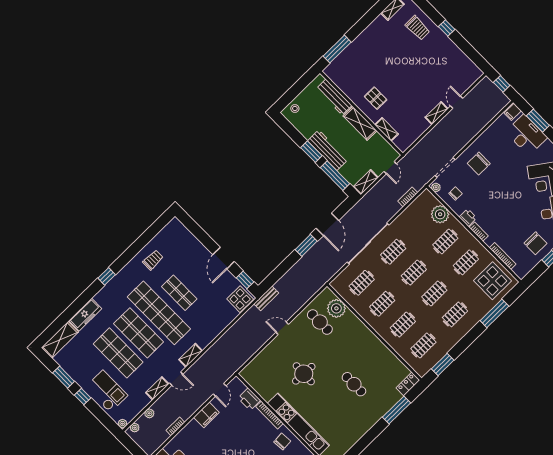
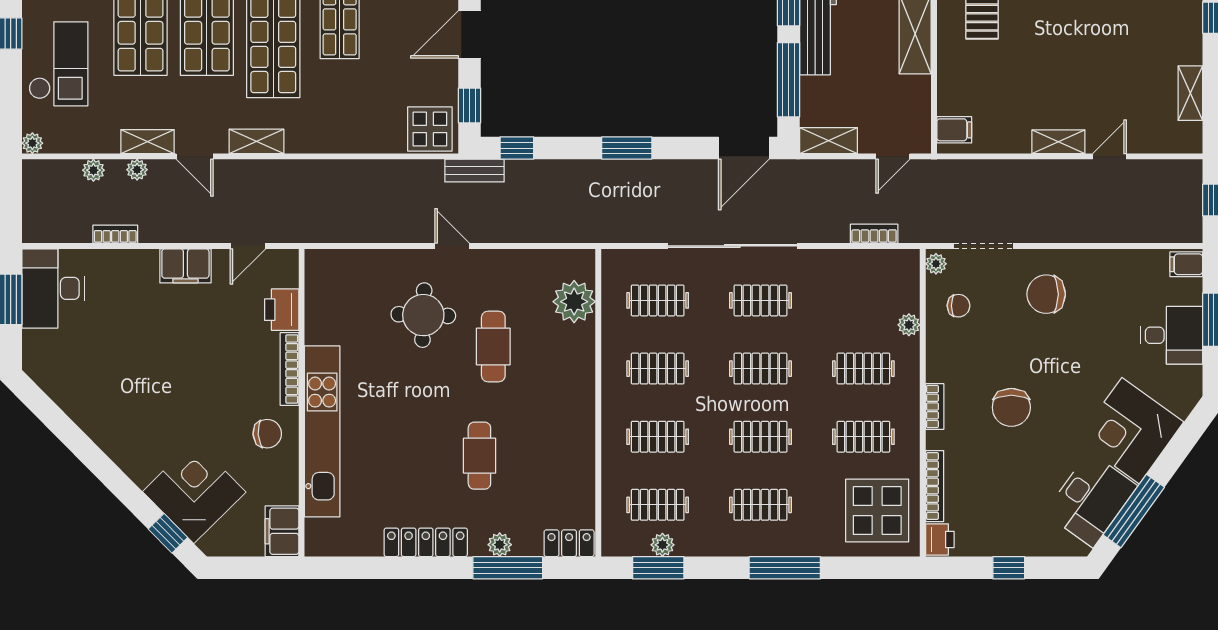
shelving: (387, 129) -> (1190, 93), moved
desk: (526, 135) -> (1171, 335), width x0.73
filing cabinet: (401, 141) -> (954, 130), added
plant: (440, 214) -> (909, 325), width x0.53, depth x0.53
printer: (468, 218) -> (940, 539), moved
door: (327, 224) -> (744, 148), moved
chair: (536, 243) -> (1011, 407), moved
window: (272, 279) -> (517, 148), added
window: (494, 313) -> (785, 568), moved
cafe table: (320, 322) -> (493, 347), moved
plant: (437, 356) -> (662, 545), added
round table: (304, 374) -> (423, 315), moved
plant: (387, 405) -> (500, 545), added
locker: (364, 427) -> (426, 542), added
plant: (135, 428) -> (137, 170), moved

